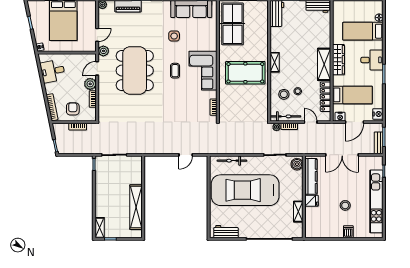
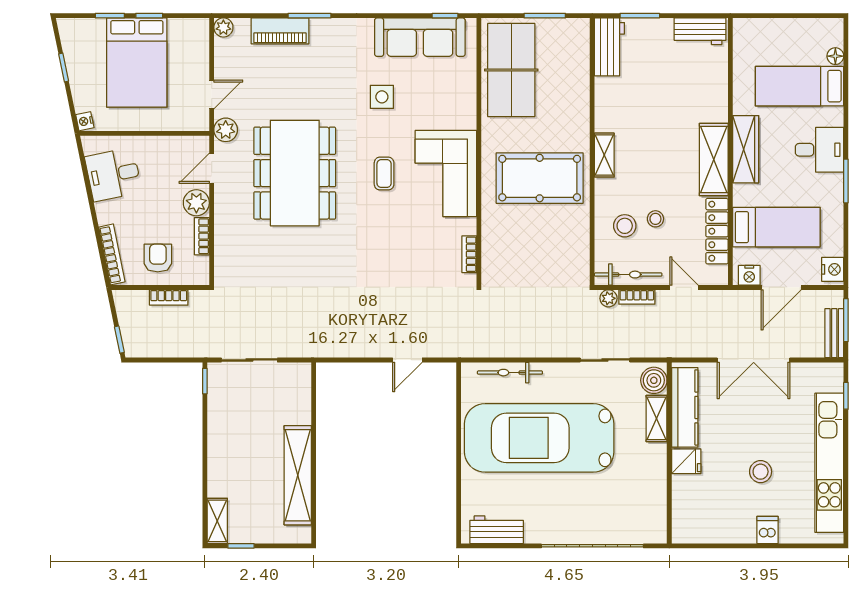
shelving: (298, 212) -> (657, 418), moved

